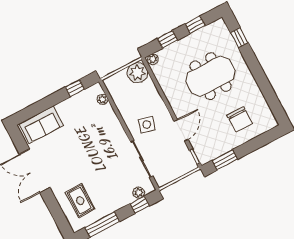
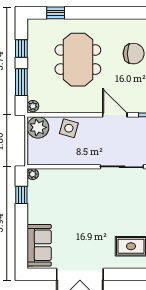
window: (167, 39) -> (21, 82), width x1.50
plant: (103, 99) -> (33, 174), moved
side table: (147, 125) -> (69, 128), moved

